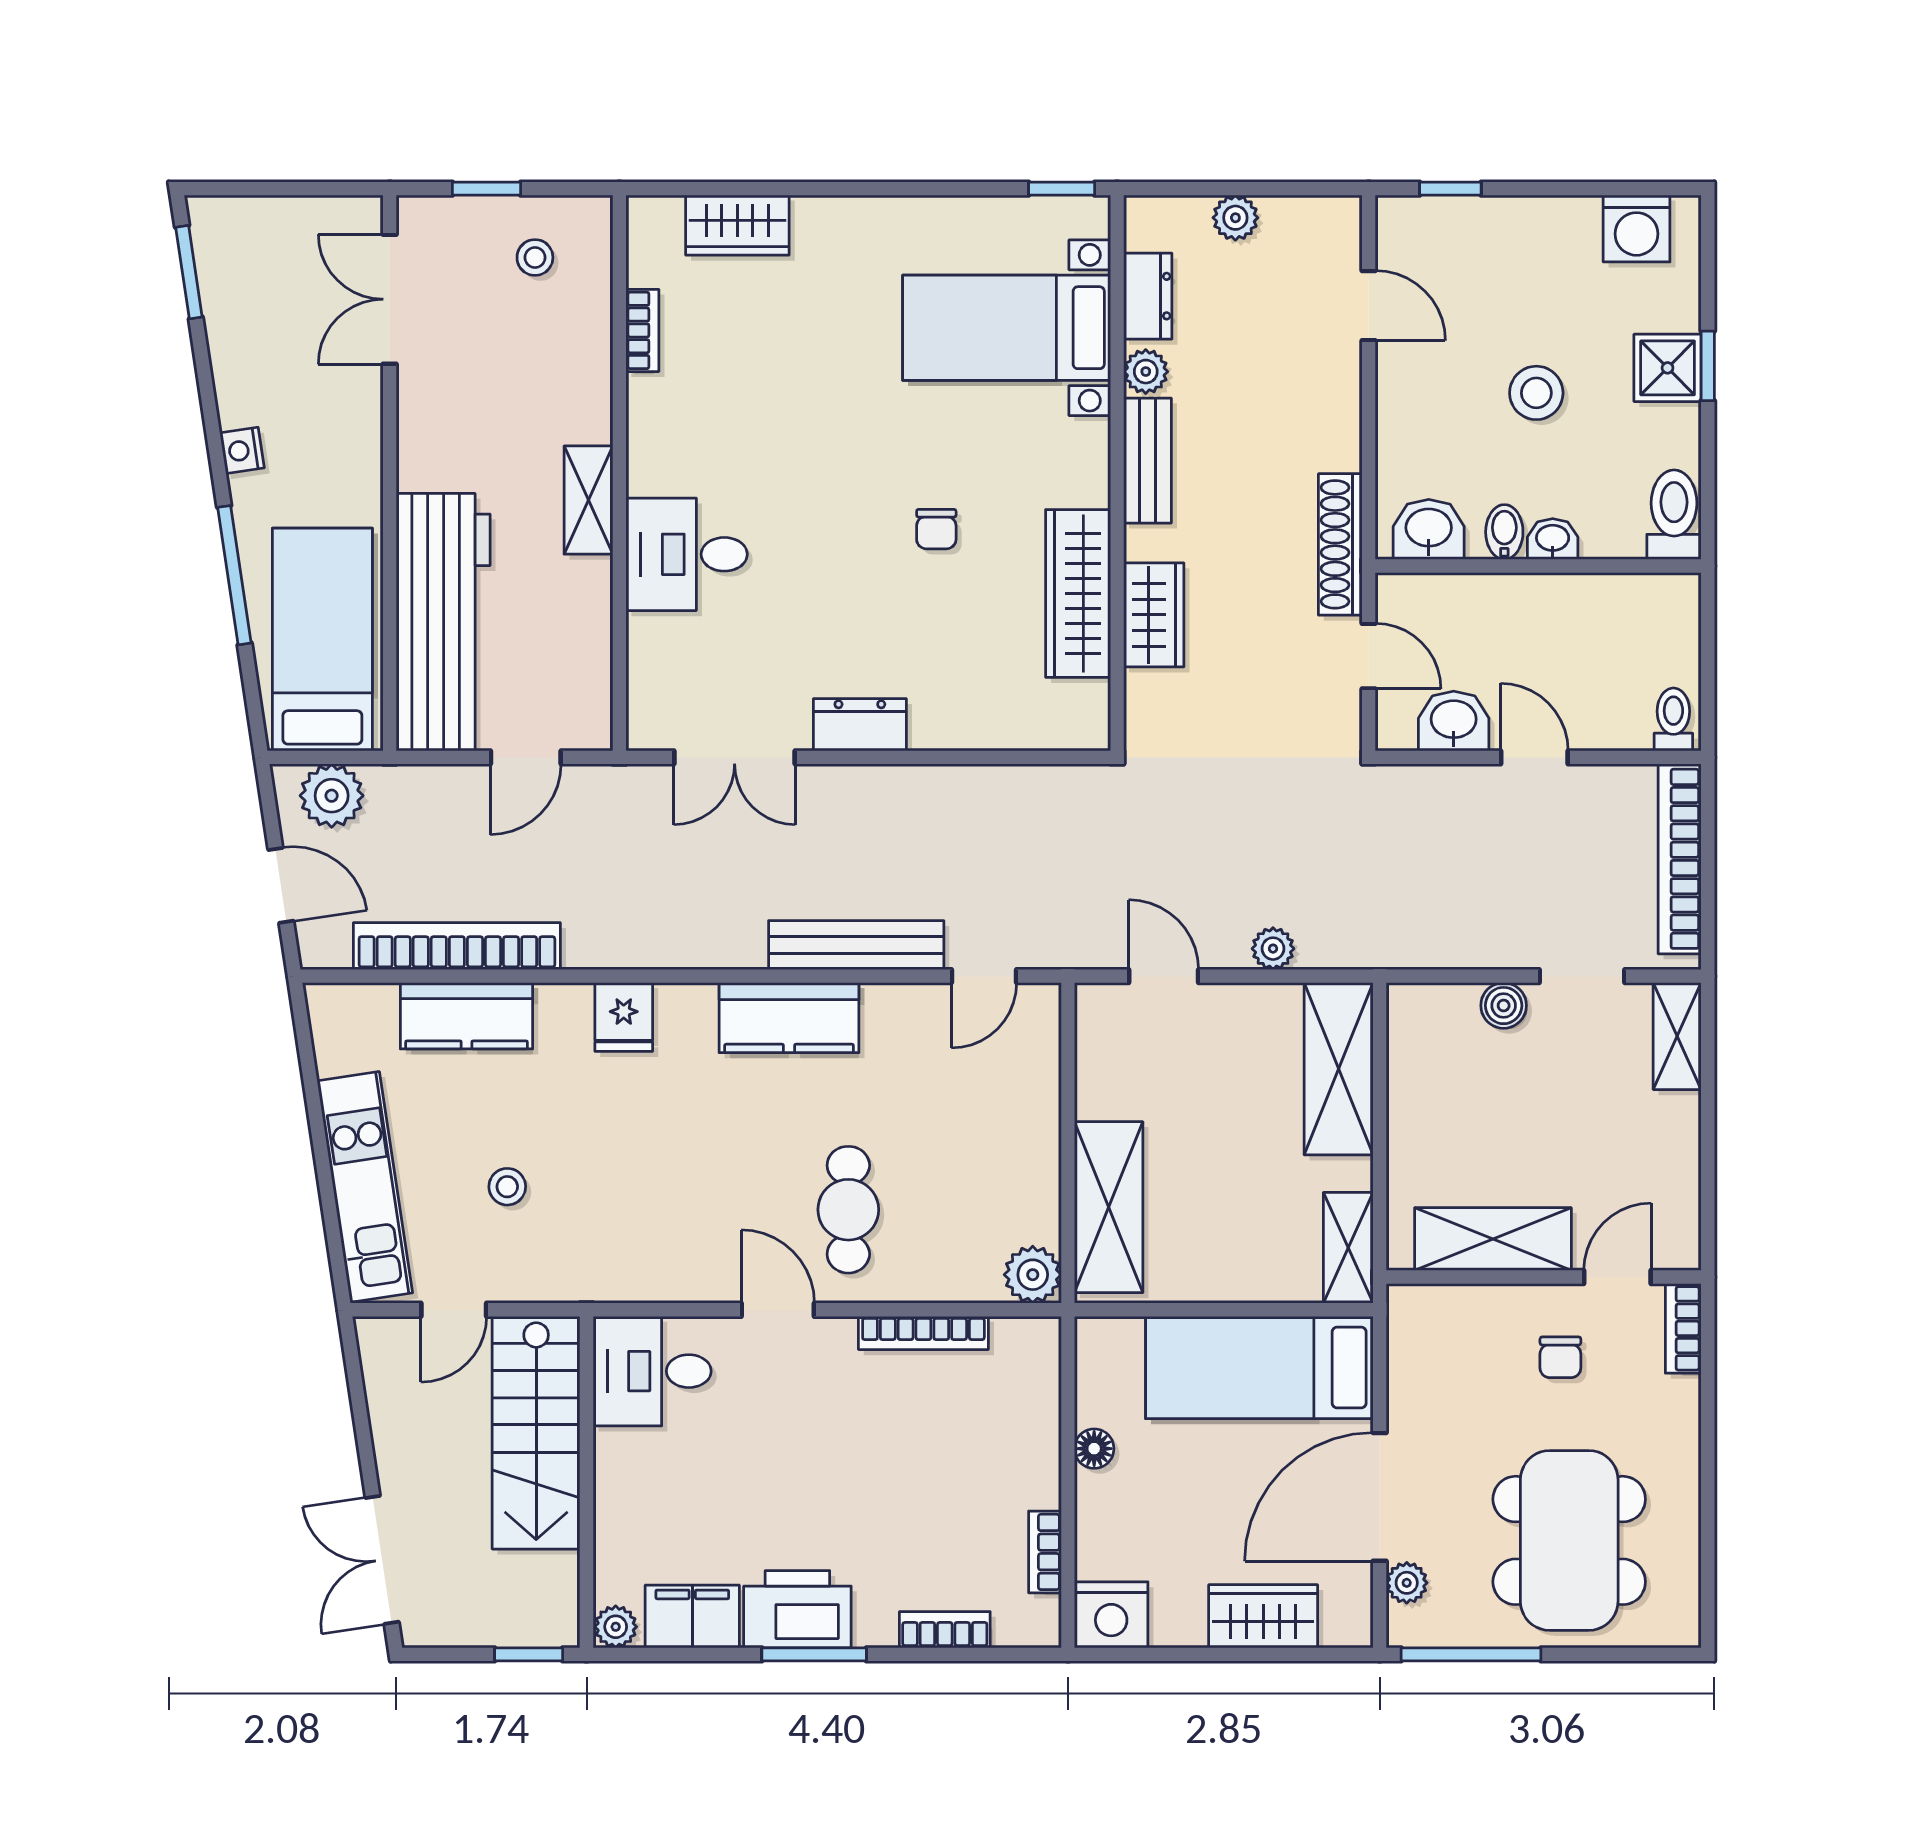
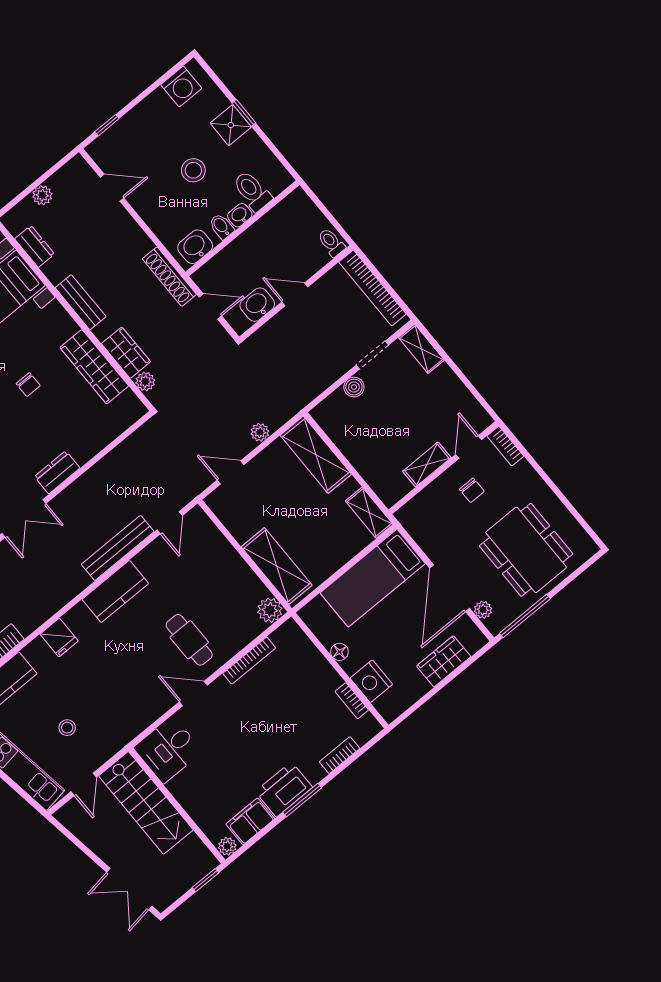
plant: (1146, 372) -> (145, 382), moved
toilet: (1674, 515) -> (252, 191), moved
shelving: (1493, 1239) -> (427, 464), width x0.67, depth x0.75
nightstand: (1111, 1615) -> (371, 681), moved, turned 90

